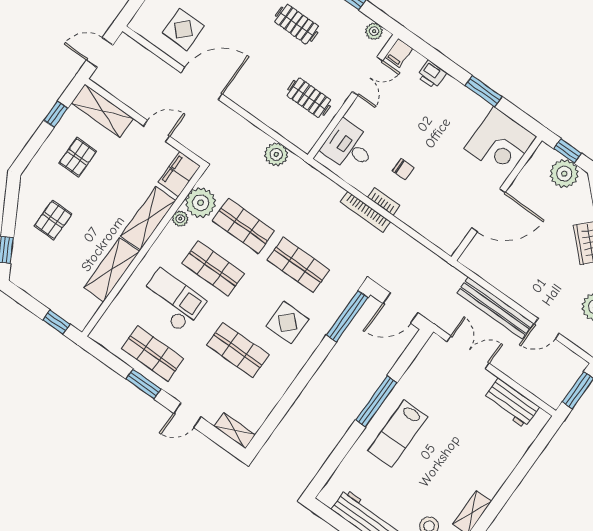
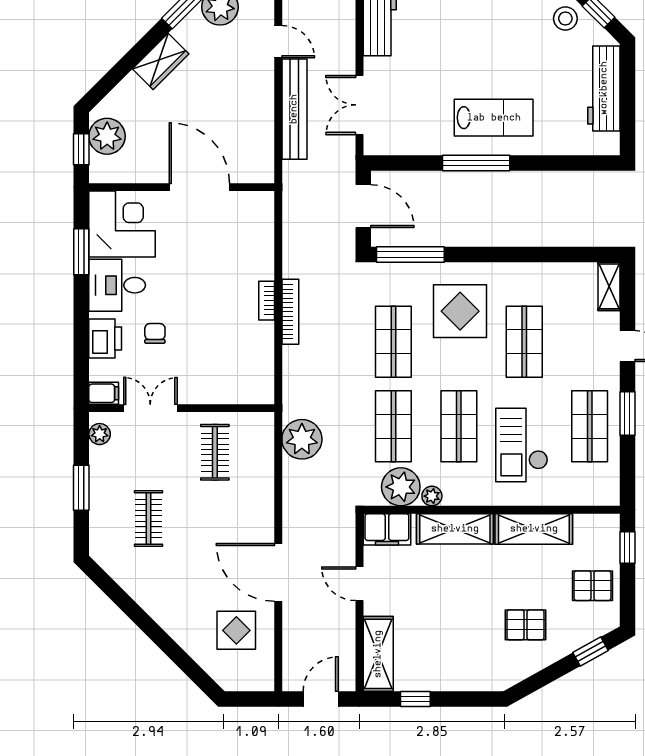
door: (100, 53) -> (321, 699), swing flipped
printer: (432, 75) -> (105, 339), width x1.36, depth x1.24
window: (483, 91) -> (81, 252), moved
desk: (349, 147) -> (117, 285), moved, turned 90
plant: (276, 154) -> (302, 439), width x1.36, depth x1.36
pallet: (78, 157) -> (592, 586), moved
chair: (403, 169) -> (155, 333), moved
display table: (287, 322) -> (460, 311), width x1.36, depth x1.36

